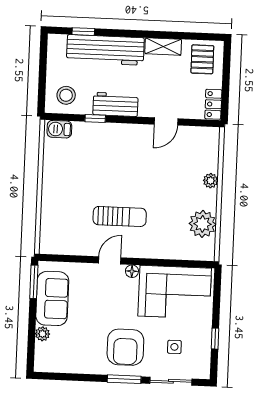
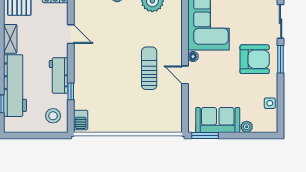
side table: (174, 347) -> (270, 103), moved

